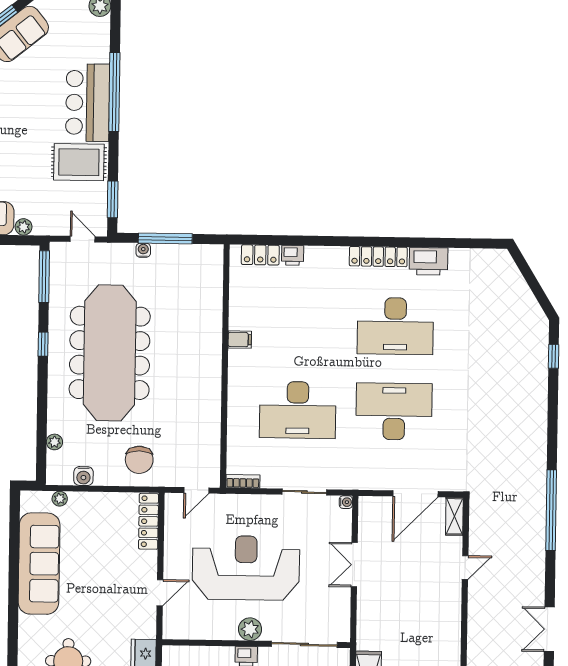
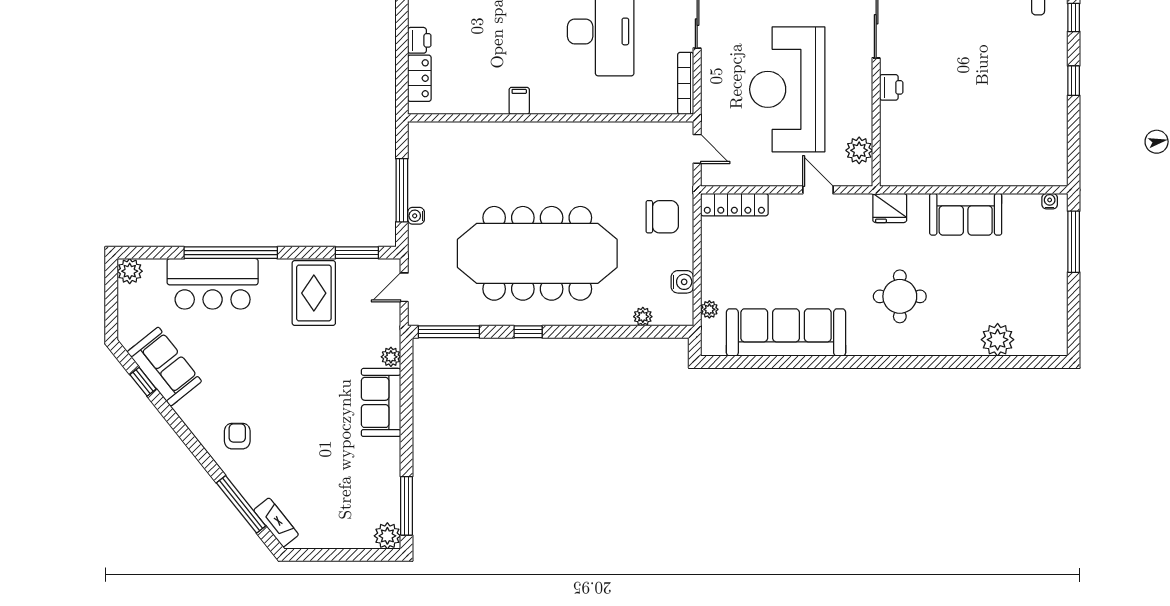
bar counter: (88, 103) -> (213, 284), moved
bookcase: (243, 481) -> (686, 83), width x1.56
plant: (250, 629) -> (859, 150), moved

